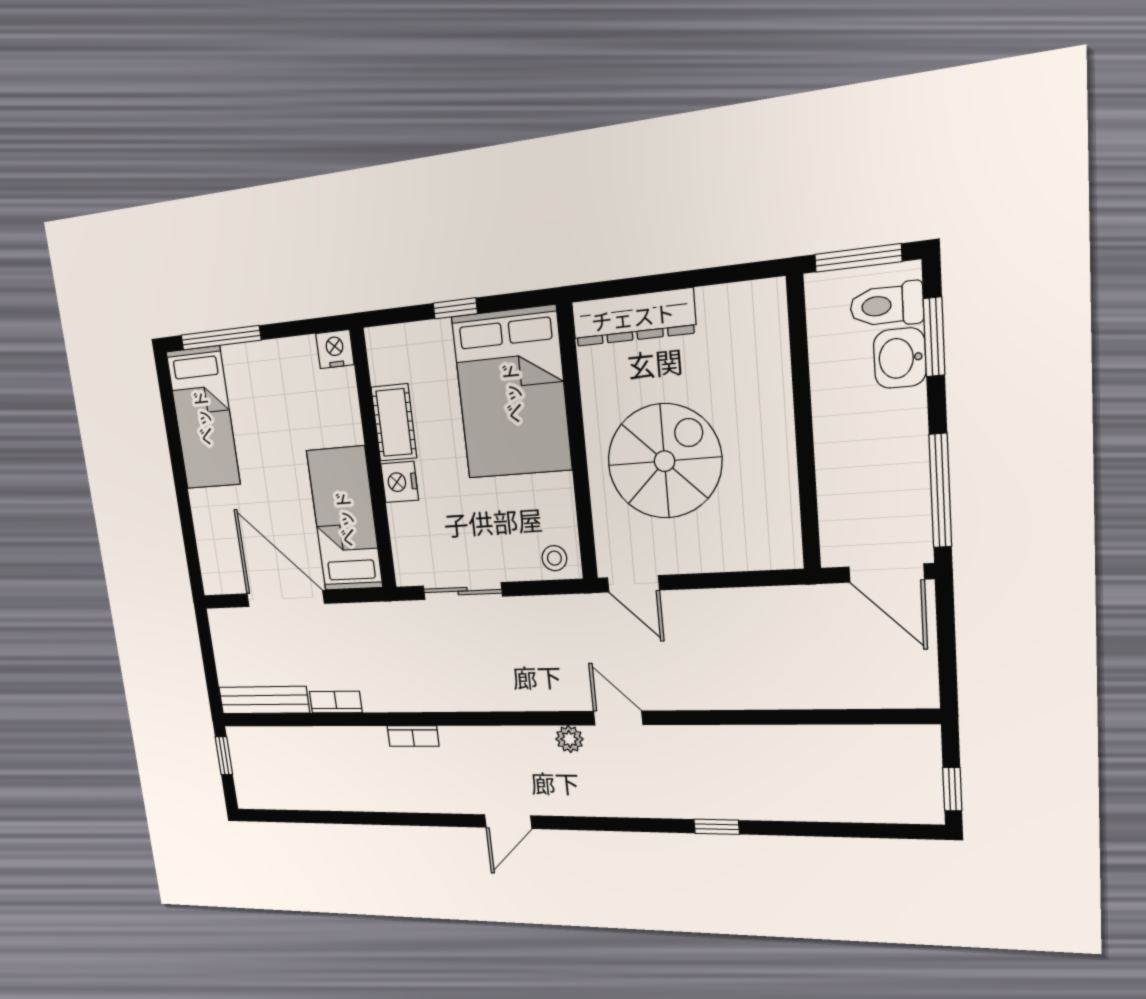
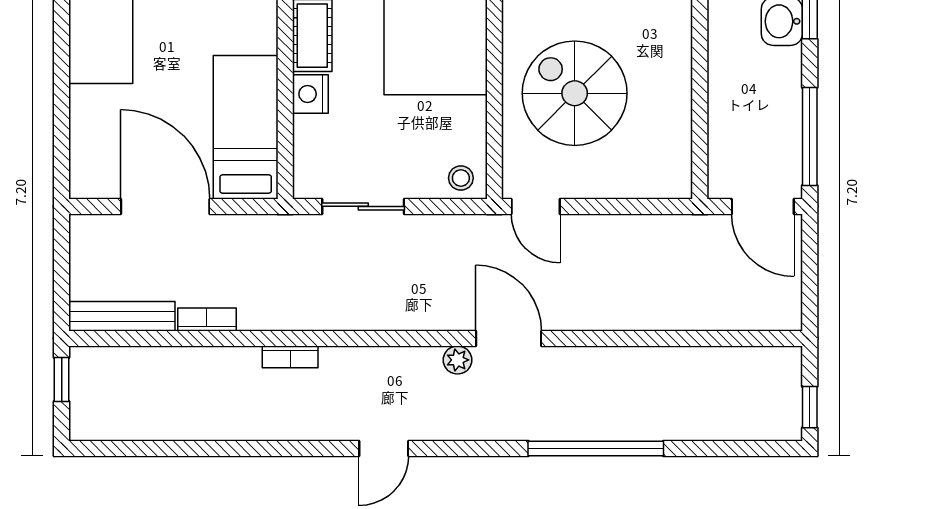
spiral stairs: (665, 461) -> (575, 93), turned -90
door: (618, 718) -> (509, 338), width x1.38
window: (717, 827) -> (596, 449), width x3.17

